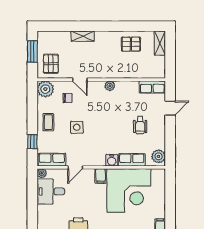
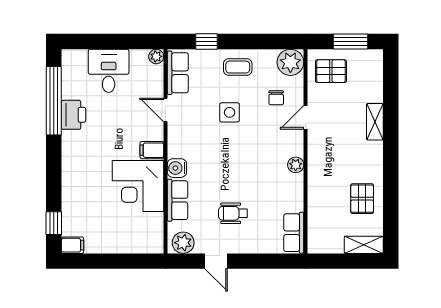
door: (170, 108) -> (216, 261), moved
corner desk: (129, 190) -> (138, 186), width x0.74, depth x0.74
desk: (51, 191) -> (109, 71), moved

